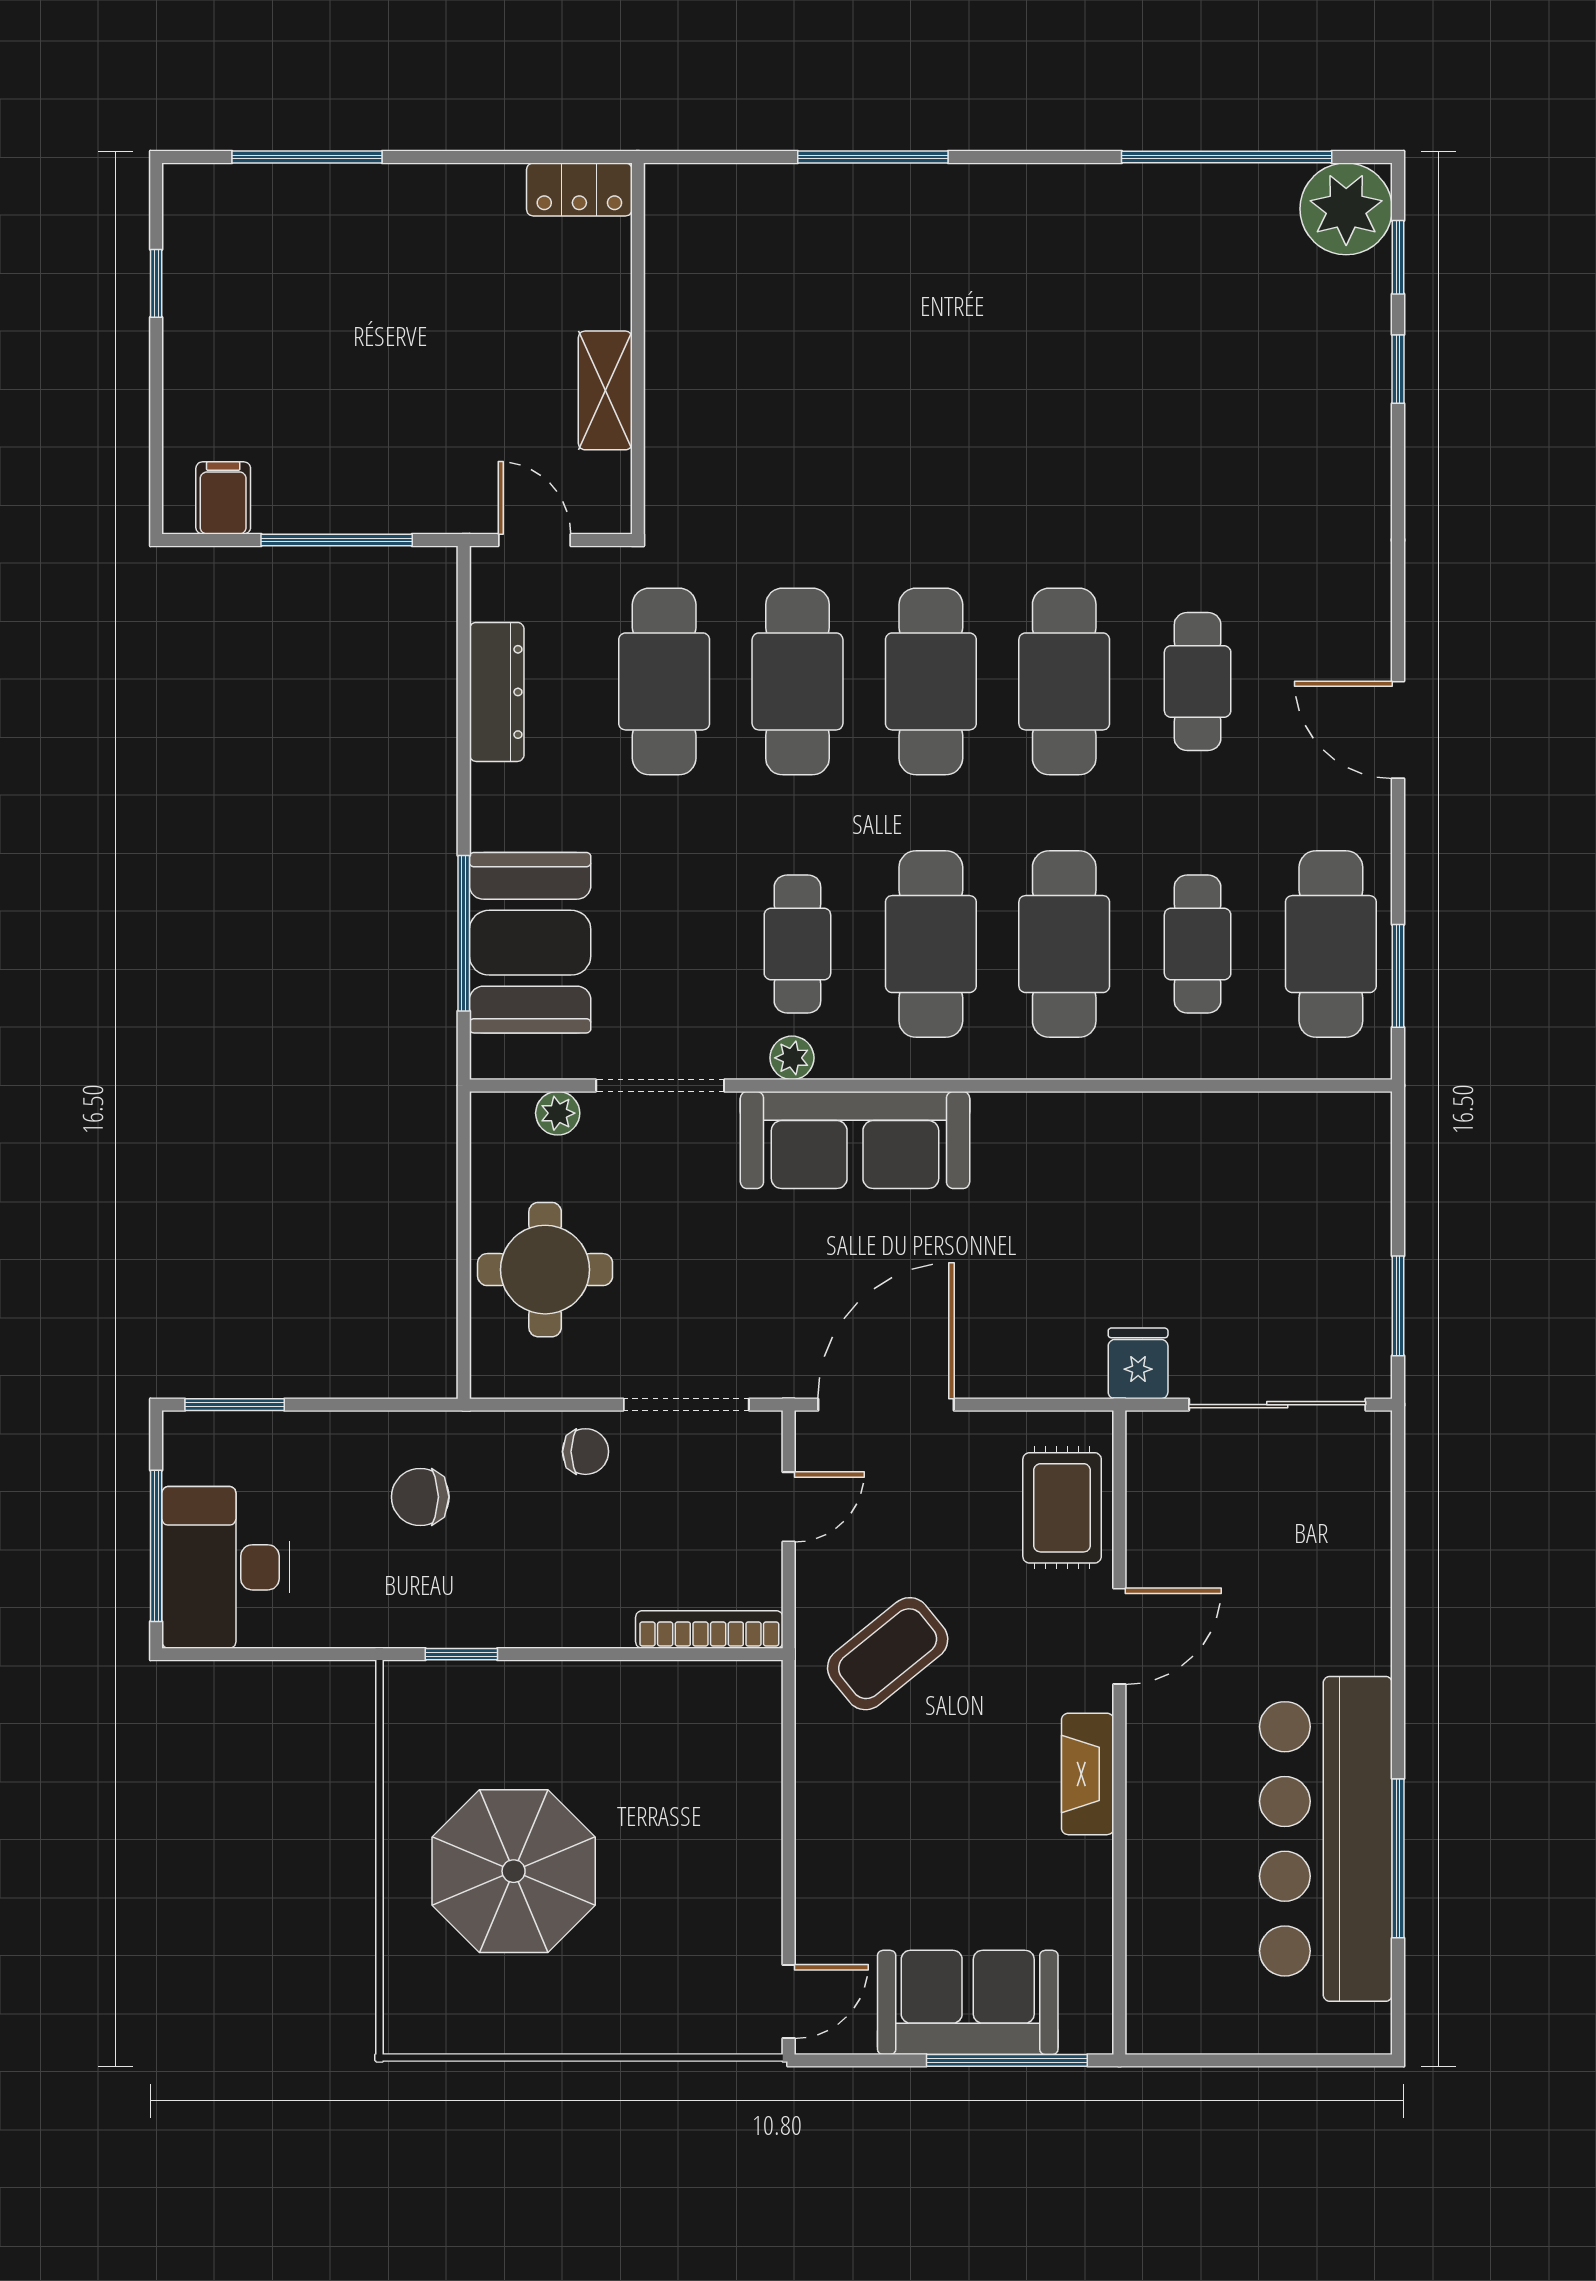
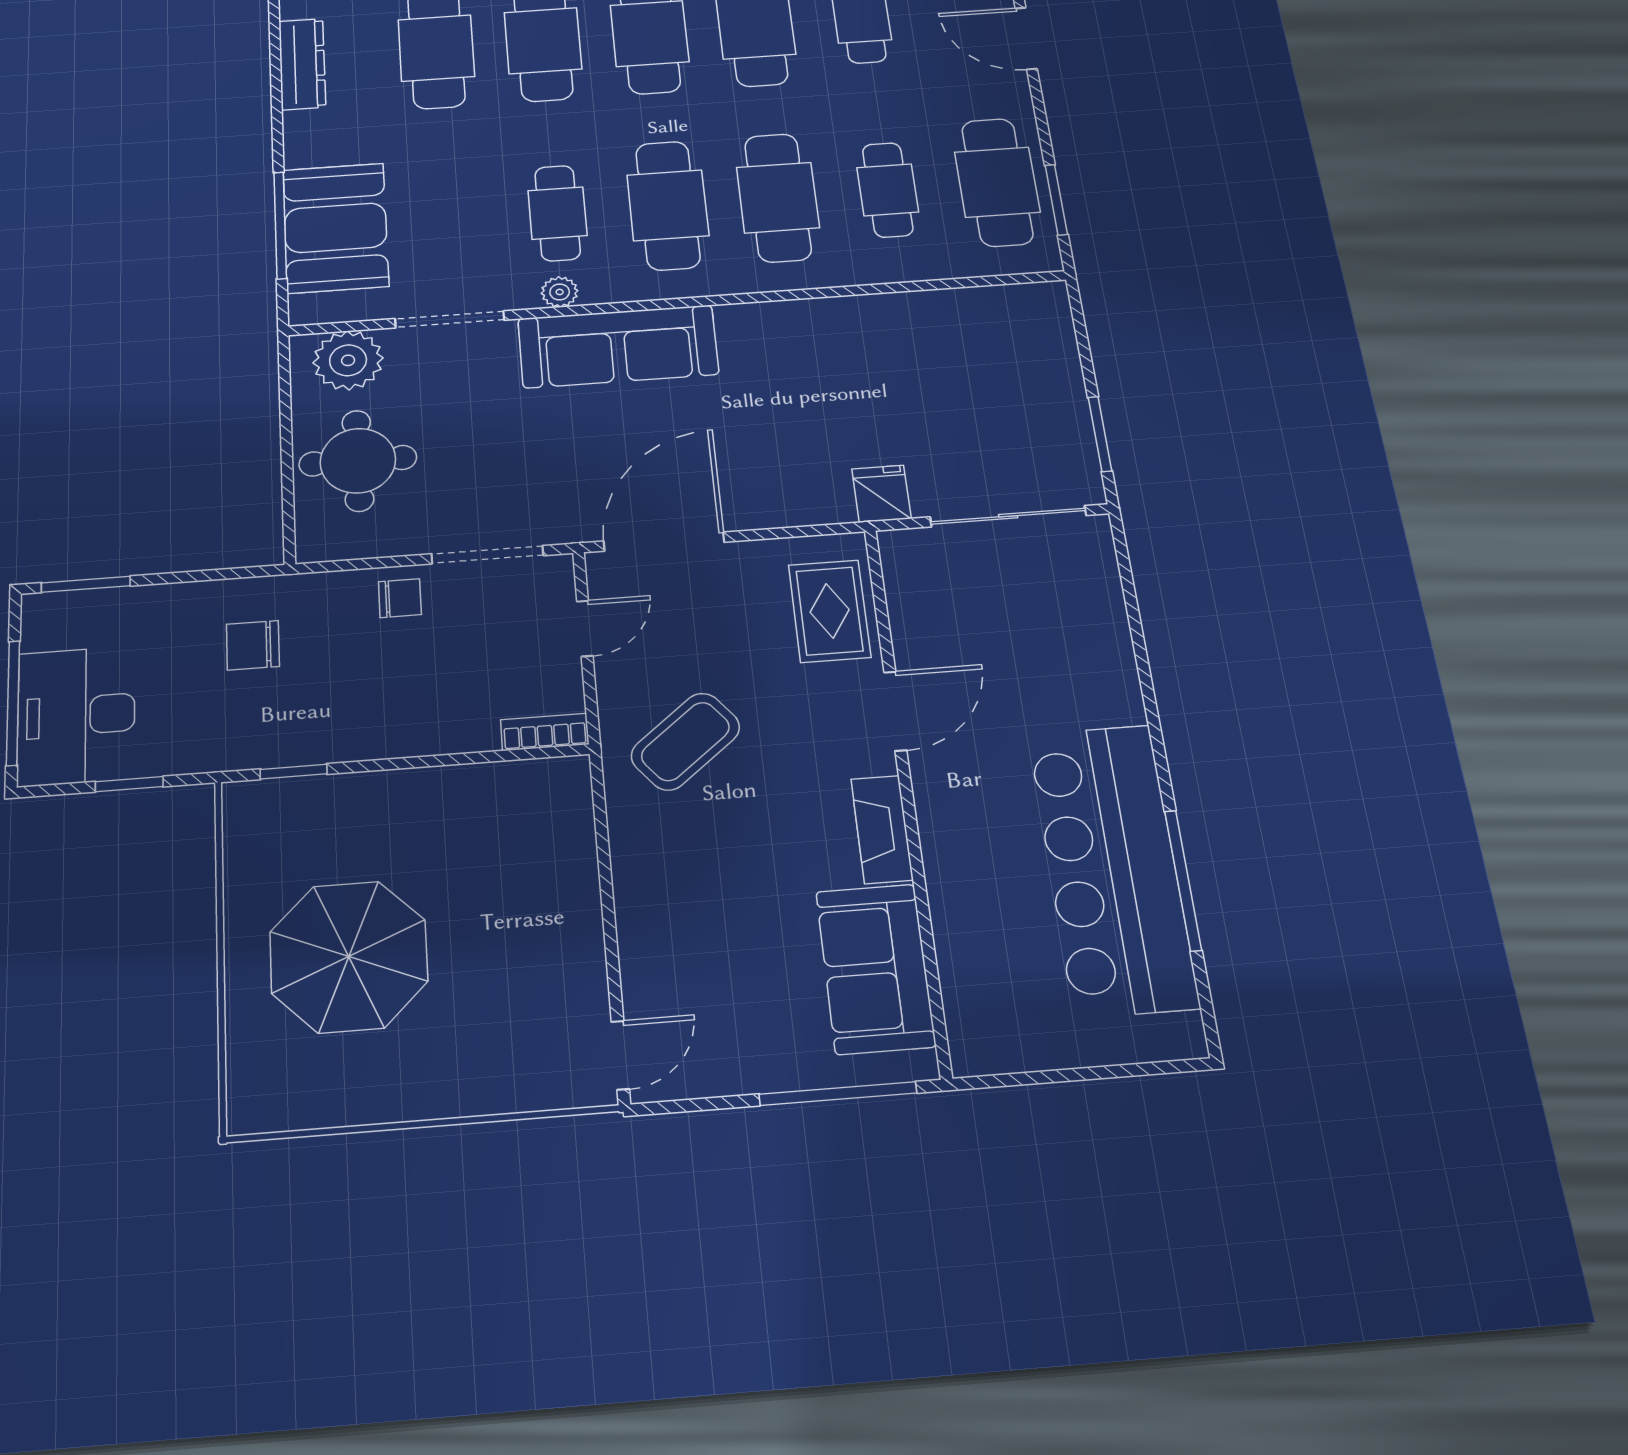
plant: (558, 1113) -> (348, 360), width x1.88, depth x1.88
bookcase: (709, 1629) -> (545, 732), width x0.64
window: (284, 1654) -> (129, 784), added
sofa: (968, 2002) -> (875, 969), moved, turned -90

